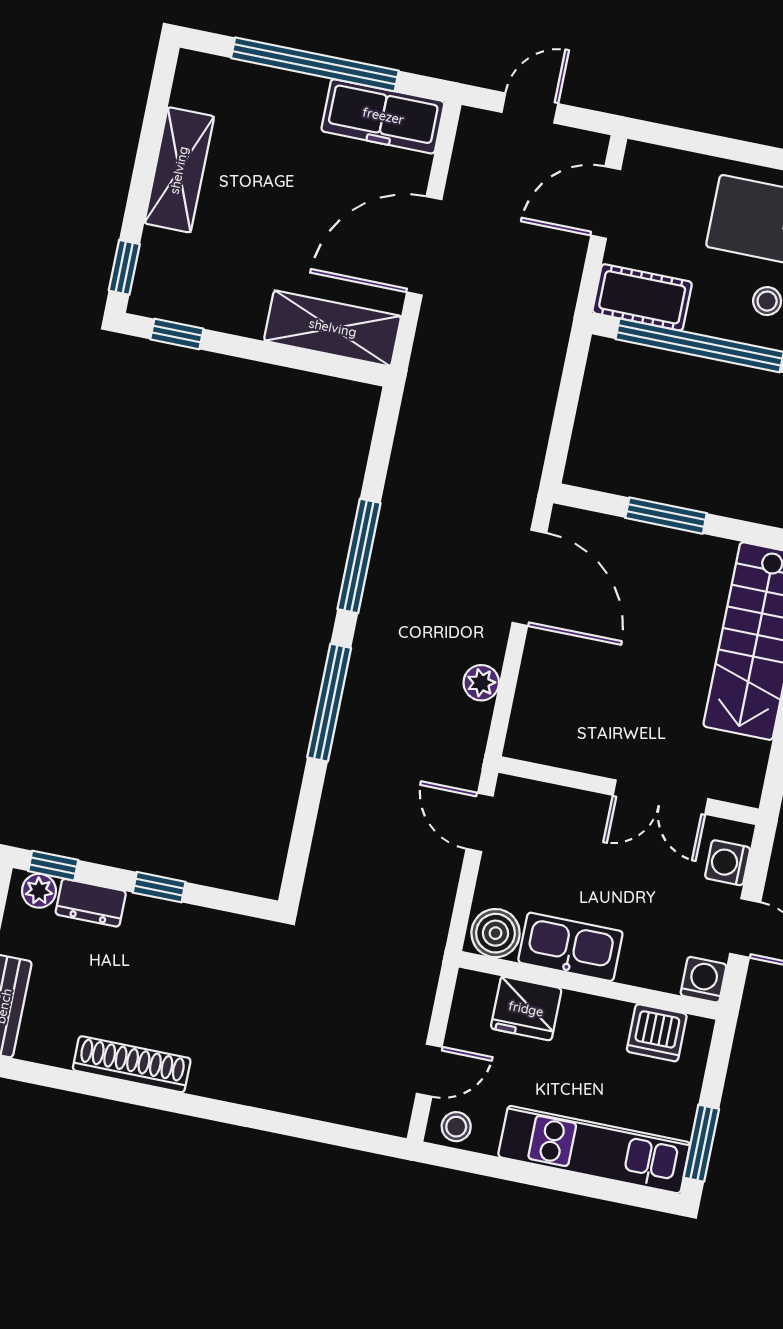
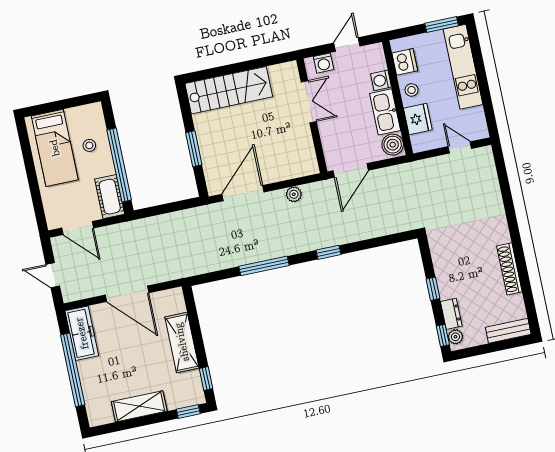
shelving: (333, 328) -> (182, 342), moved
window: (329, 703) -> (329, 252), width x0.46
door: (480, 822) -> (351, 170), width x1.38
washing machine: (703, 980) -> (381, 80), moved
stool: (456, 1127) -> (412, 90), moved

